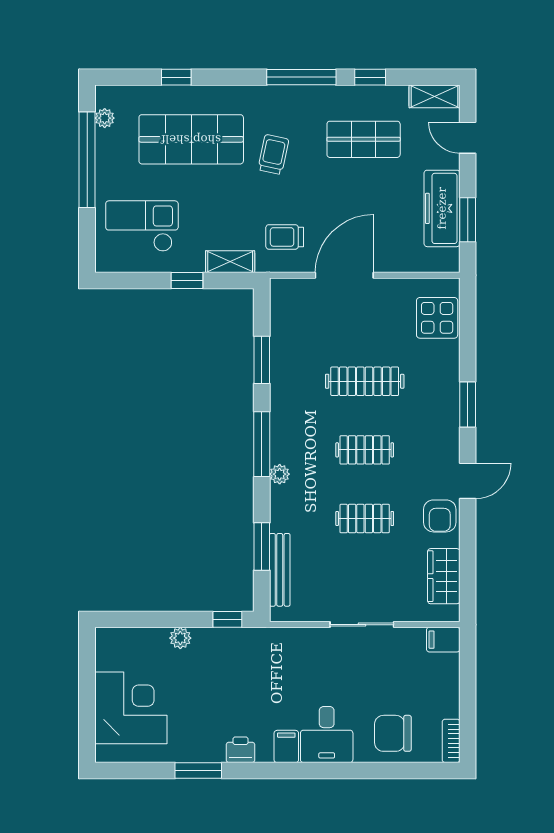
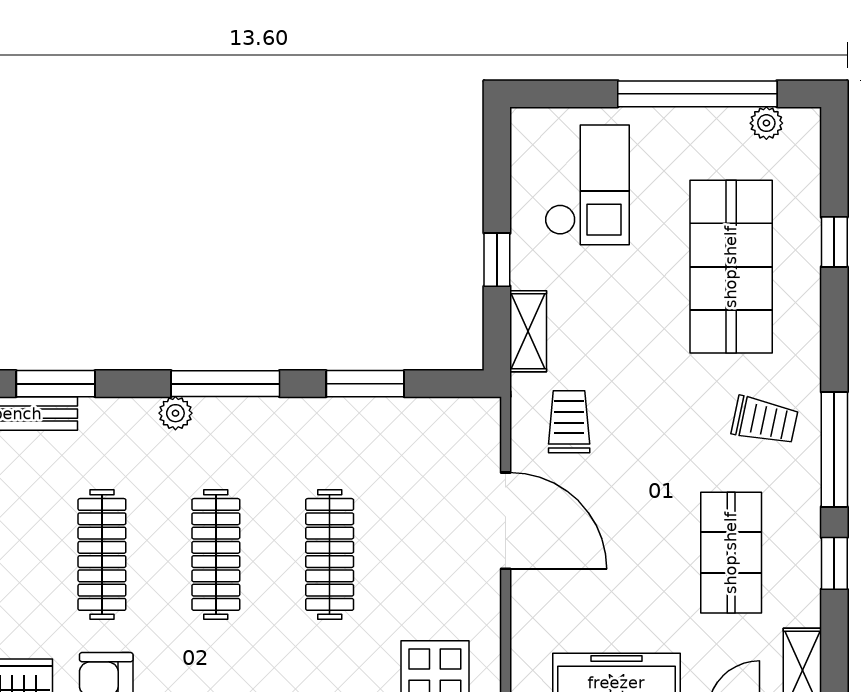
trolley: (273, 154) -> (765, 420), moved
clothes rail: (365, 450) -> (216, 554), width x1.36
clothes rail: (365, 519) -> (102, 554), width x1.36

